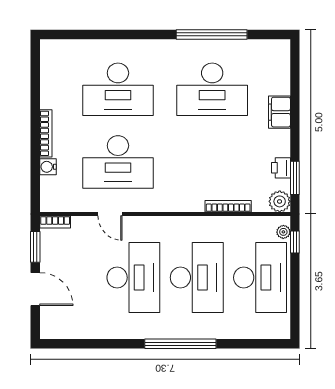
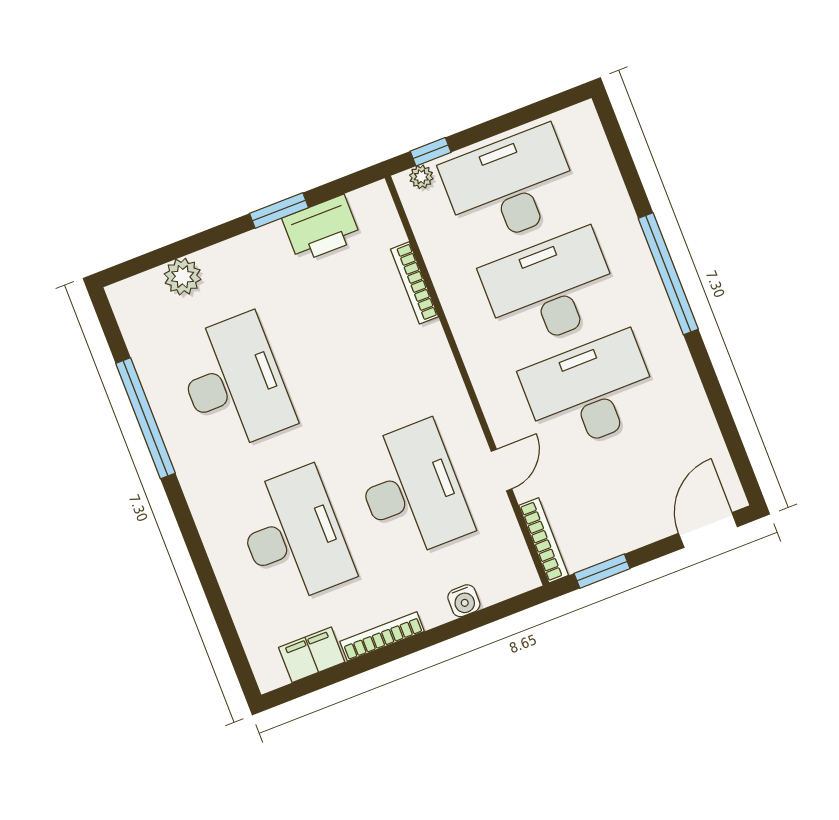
filing cabinet: (279, 112) -> (312, 655), moved, turned 180
bookcase: (46, 133) -> (382, 636), moved
printer: (281, 168) -> (321, 229), width x1.87, depth x1.48
window: (295, 178) -> (279, 211), moved
plant: (280, 201) -> (183, 277), moved
bookcase: (55, 222) -> (544, 540), width x1.56
door: (35, 289) -> (708, 530), moved

